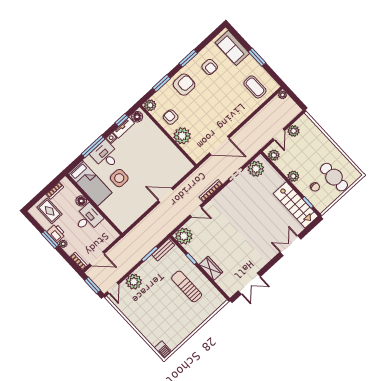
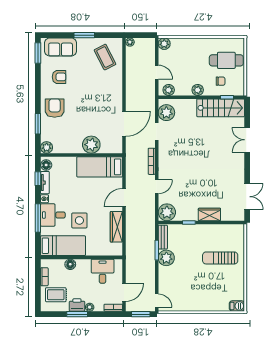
window: (188, 58) -> (38, 53), moved
coffee table: (255, 87) -> (105, 57), turned 63
armchair: (171, 117) -> (69, 140), removed
plant: (294, 131) -> (164, 44), moved
bed: (172, 157) -> (100, 167), added
wardrobe: (140, 209) -> (116, 227), added
desk: (88, 218) -> (103, 271), moved
plant: (134, 282) -> (166, 258), moved
sun lounger: (187, 286) -> (220, 258), moved

